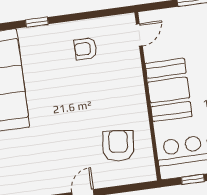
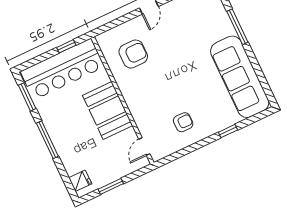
armchair: (118, 146) -> (133, 54), turned -96

